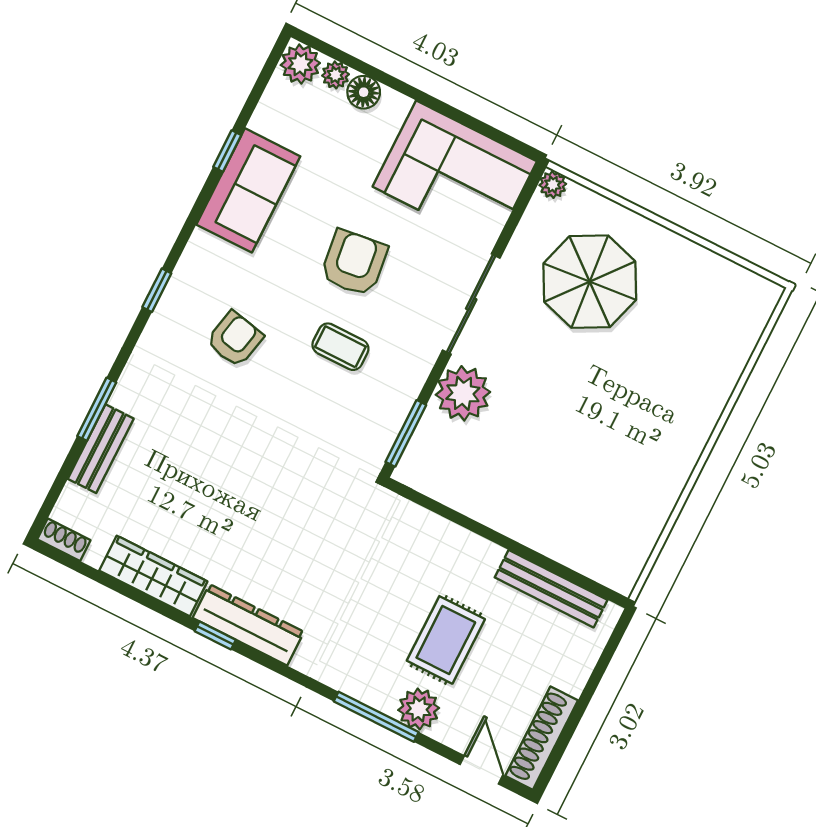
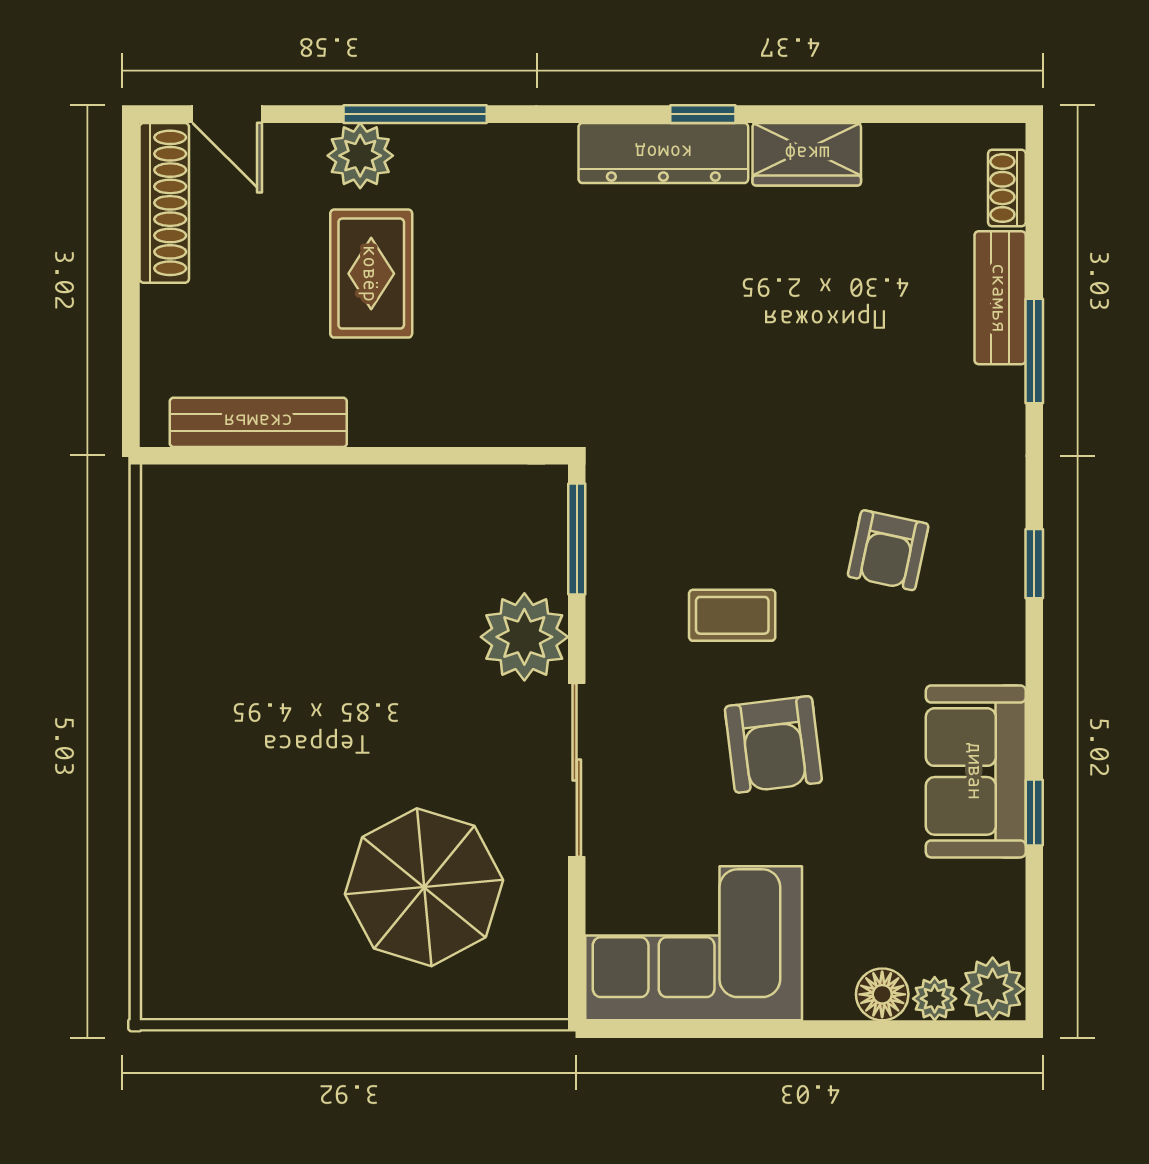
plant: (553, 185) -> (546, 999), removed
shoe rack: (64, 540) -> (1007, 188), moved, turned 90
wardrobe: (153, 576) -> (807, 154), width x0.67

